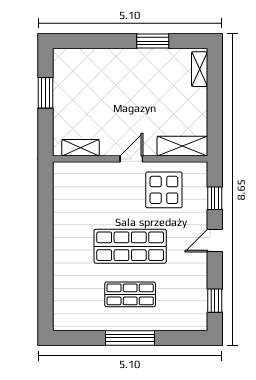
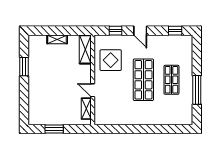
shelving: (200, 69) -> (57, 39), moved
door: (131, 159) -> (93, 90), moved
window: (130, 338) -> (197, 90), moved

